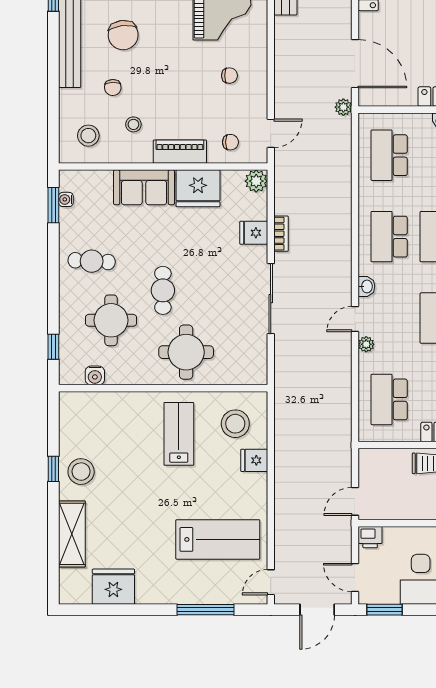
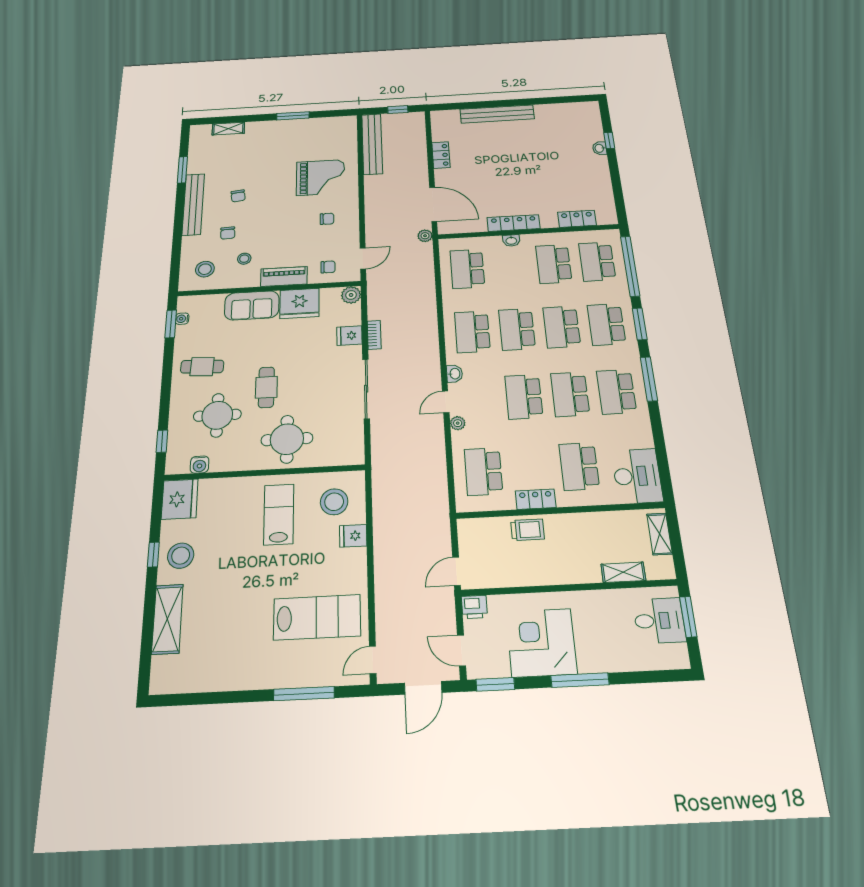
chair: (123, 35) -> (238, 196), width x0.54, depth x0.54
fridge: (113, 587) -> (180, 499), moved, turned 90

